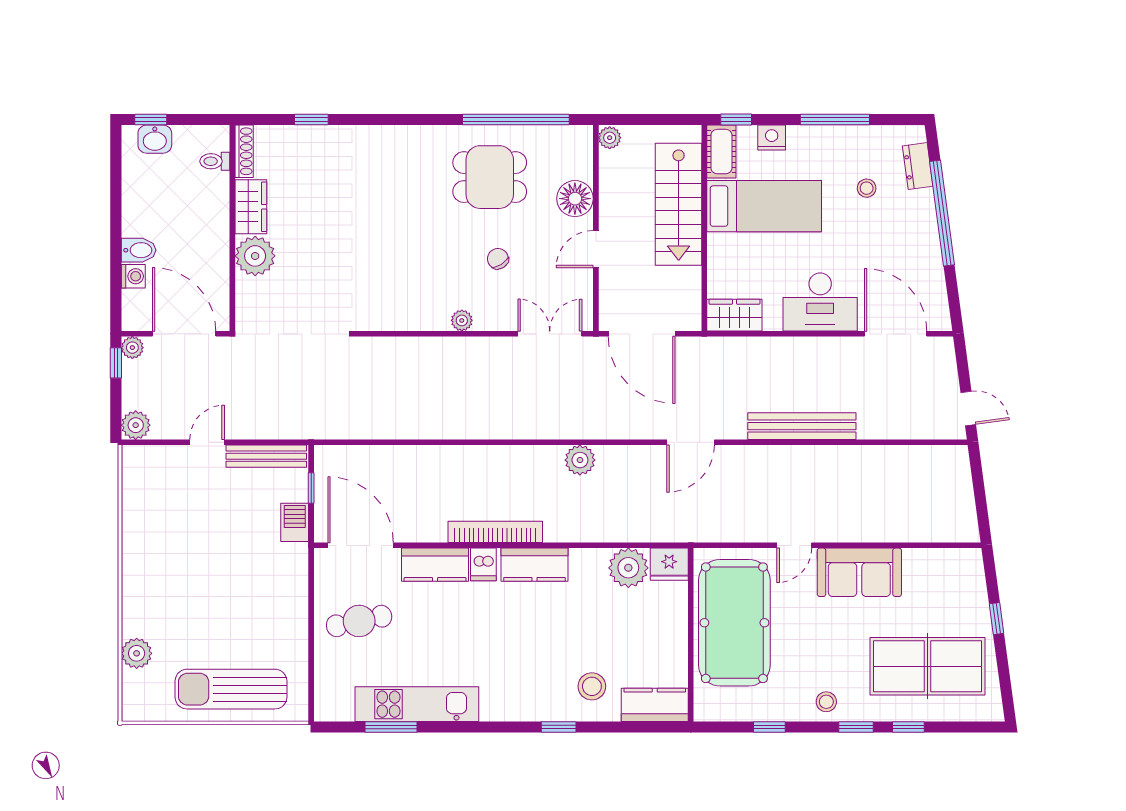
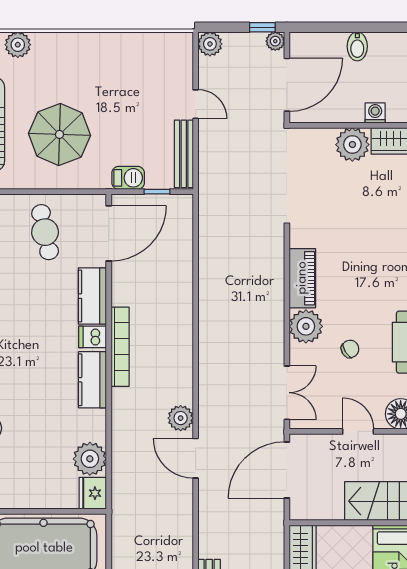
washing machine: (133, 276) -> (375, 113), moved, turned 180
piano: (414, 315) -> (302, 278), added
plant: (462, 320) -> (306, 326), width x1.87, depth x1.87
door: (691, 442) -> (196, 458), moved
parasol: (243, 604) -> (59, 134), added

